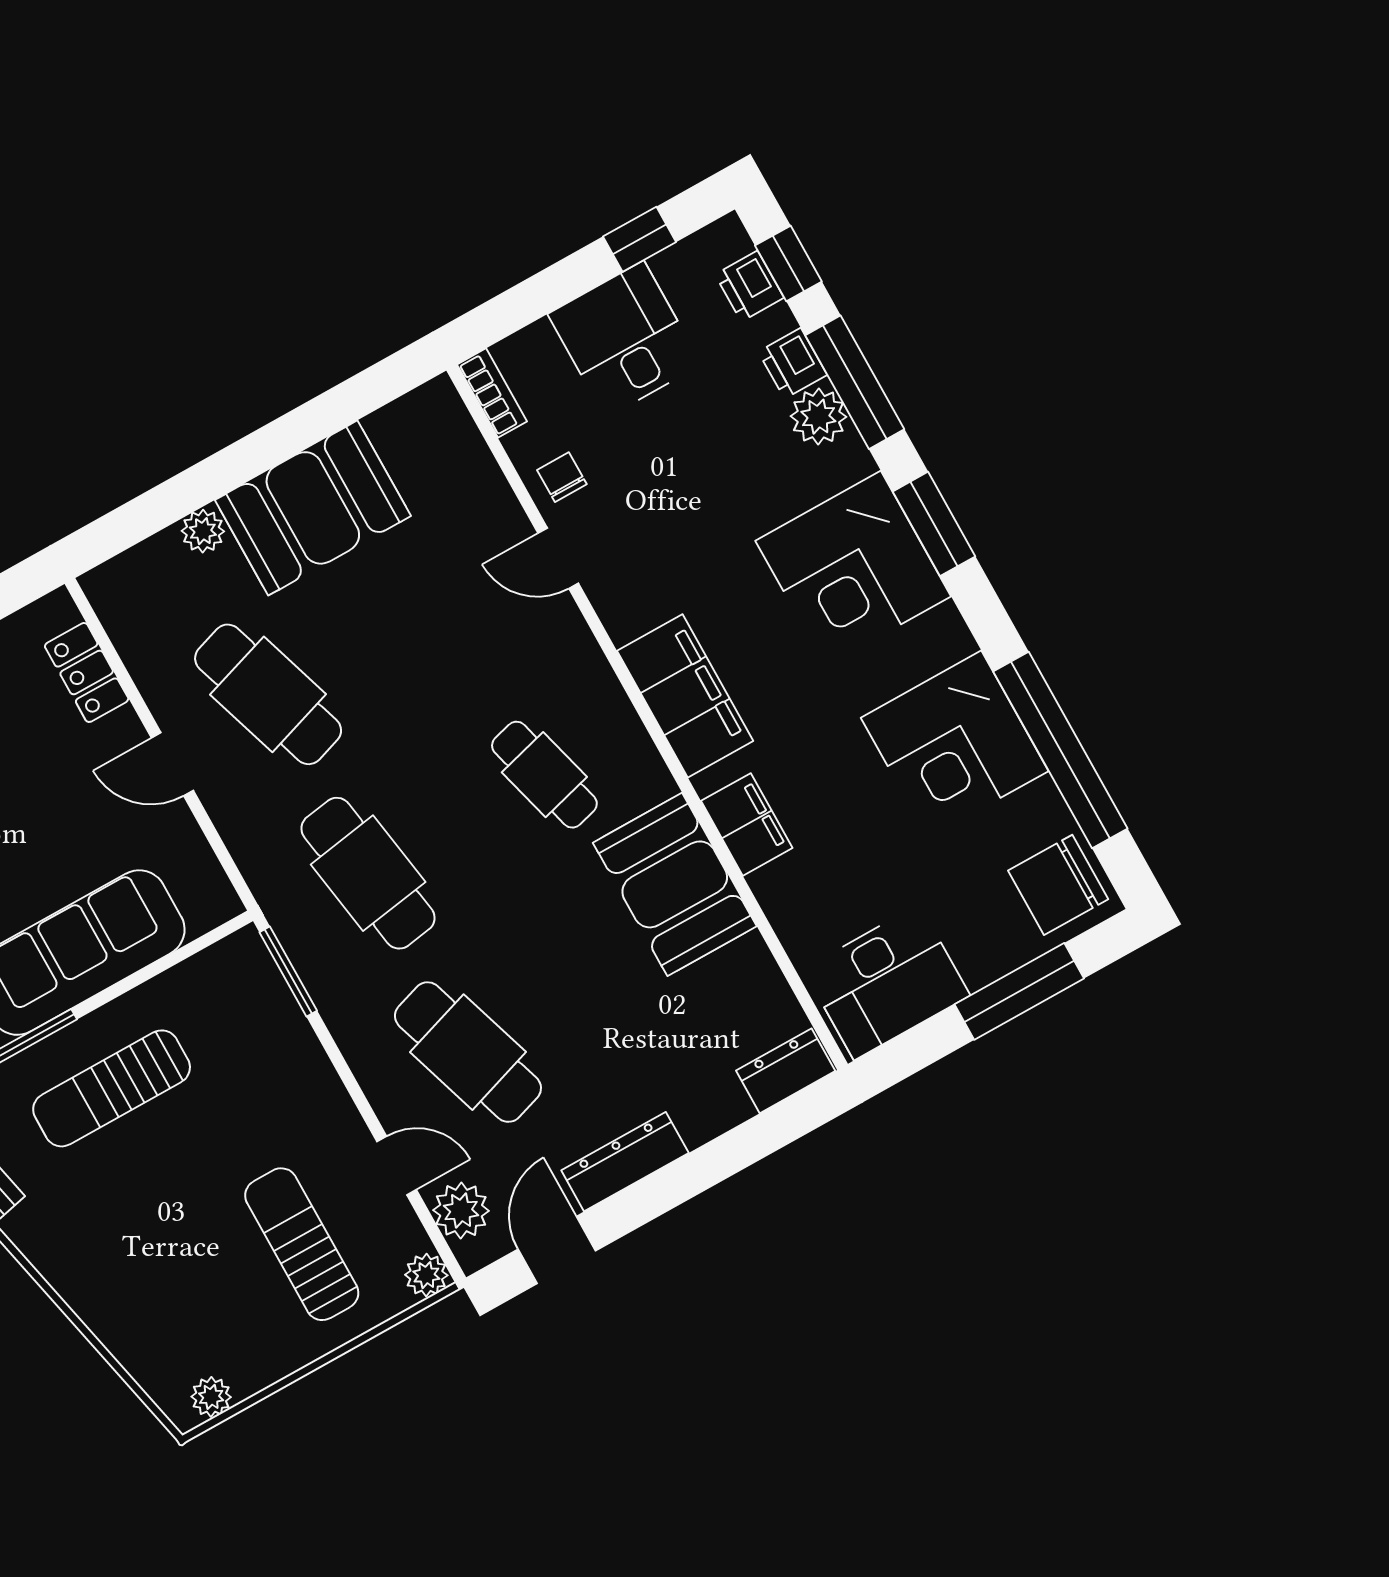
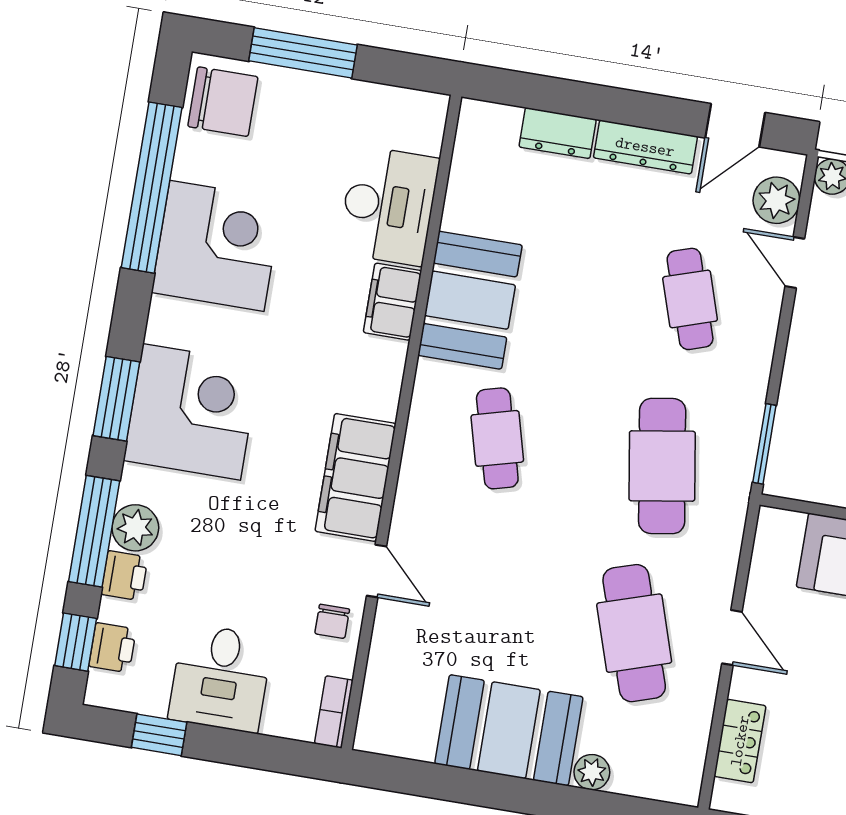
filing cabinet: (685, 696) -> (356, 477), moved
desk: (887, 982) -> (389, 206), moved, turned 90
cafe table: (468, 1052) -> (690, 299), width x0.73, depth x0.74
dresser: (786, 1071) -> (558, 133), moved

